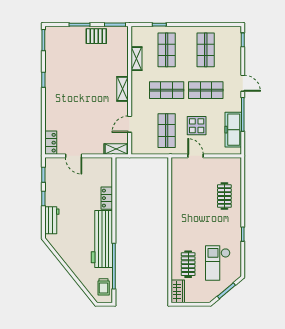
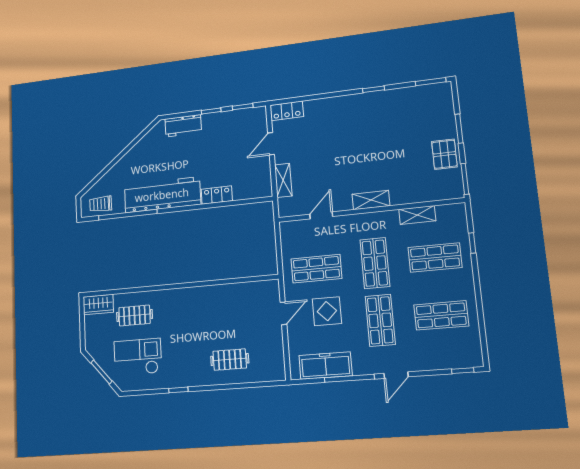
door: (130, 124) -> (321, 215), hinge flipped
shelving: (116, 149) -> (283, 180), moved

